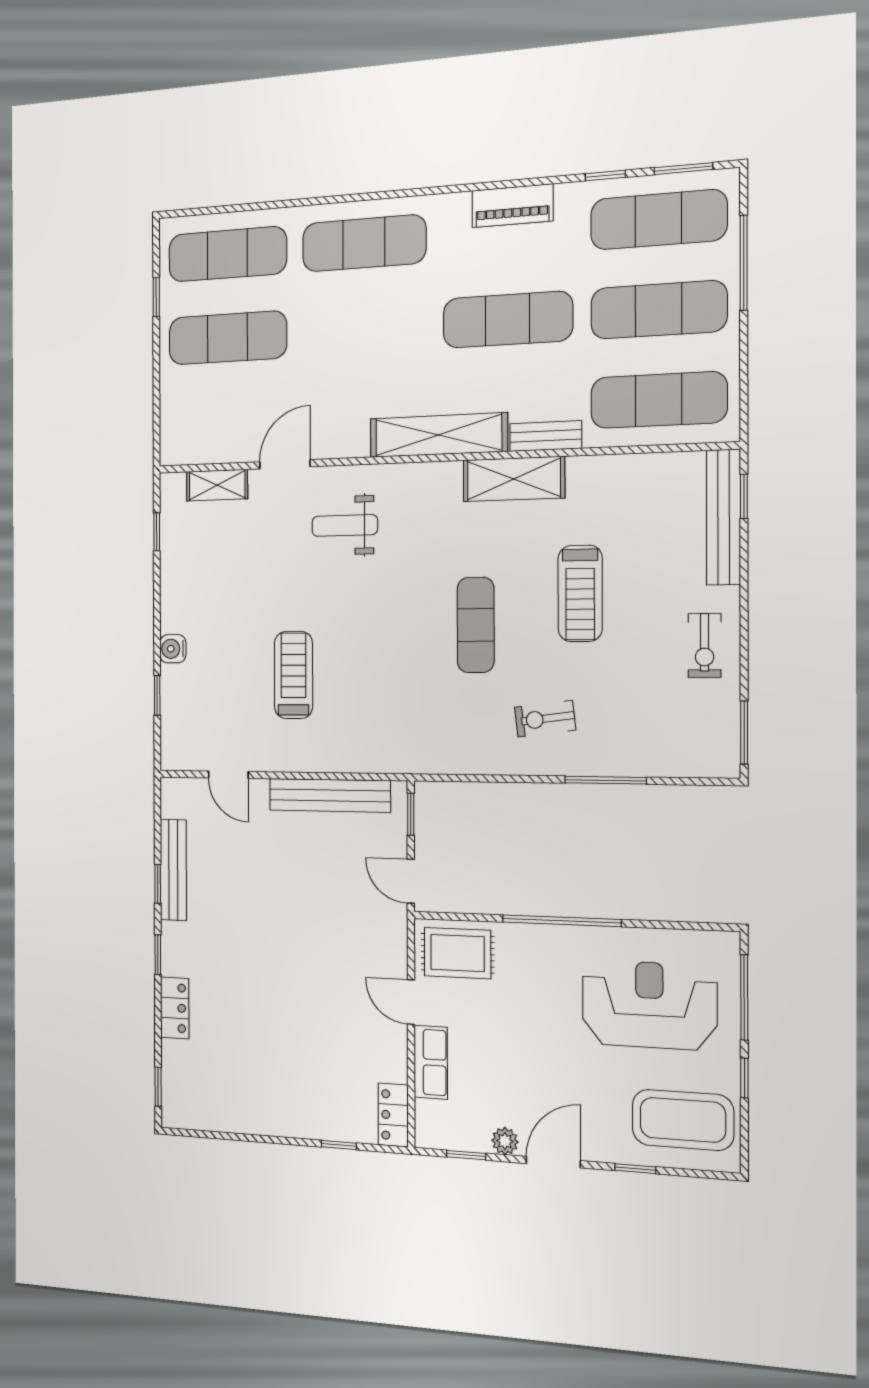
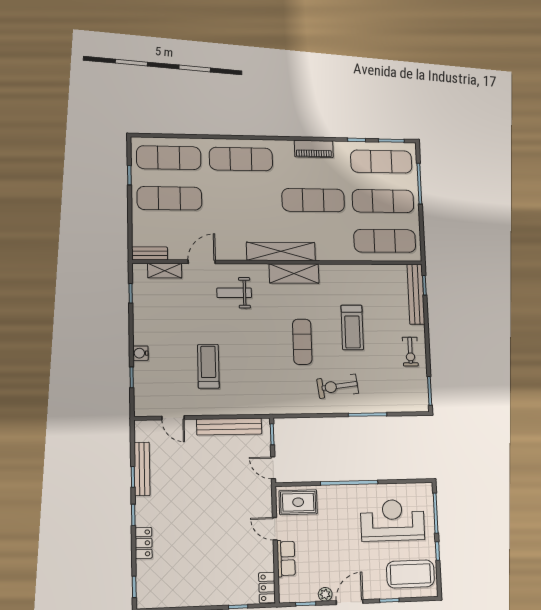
bench: (546, 436) -> (150, 253), moved
shelving: (514, 479) -> (294, 273), moved
exercise bike: (545, 719) -> (338, 386), width x1.38, depth x1.39

